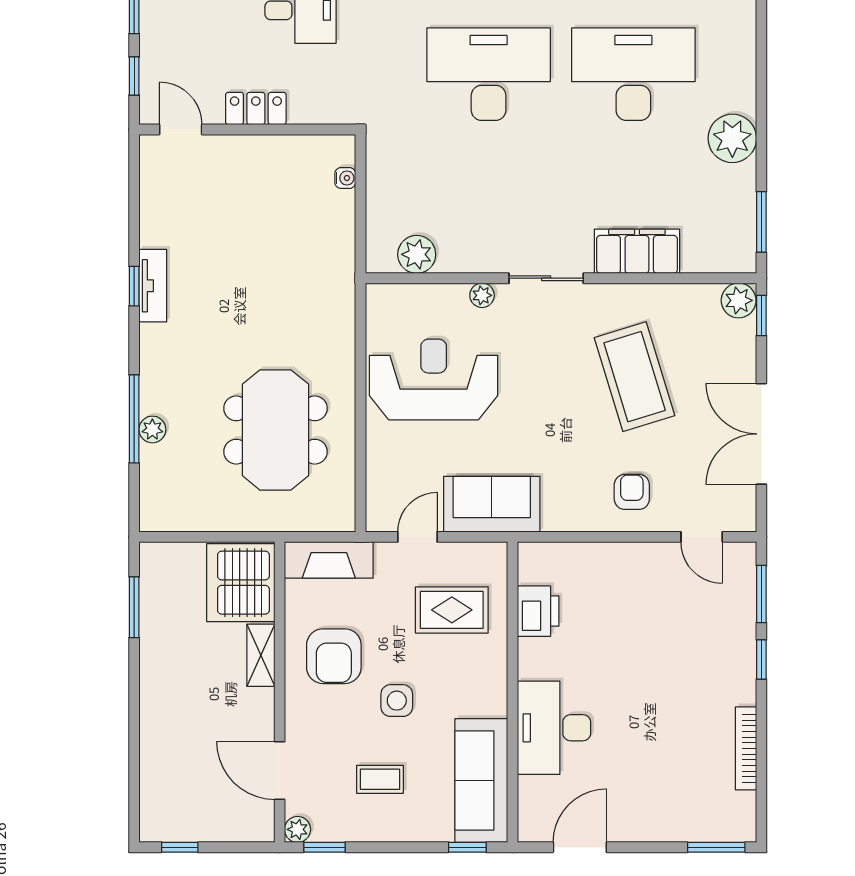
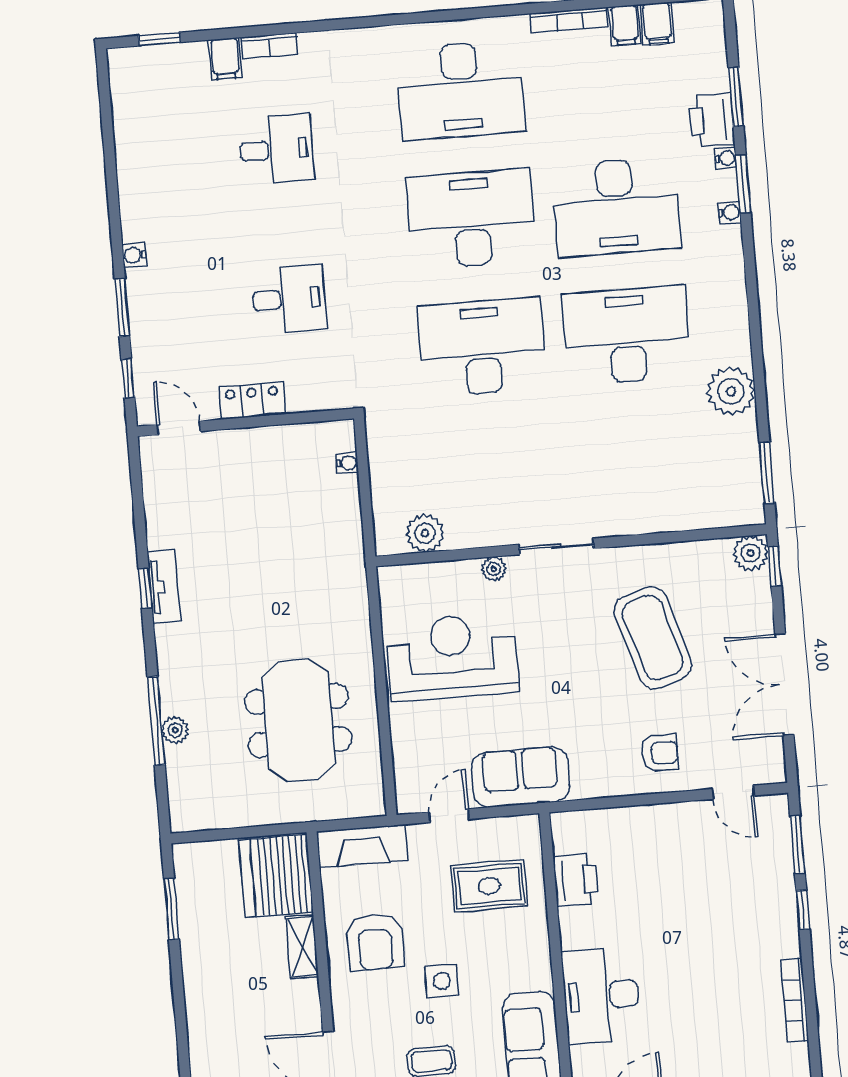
filing cabinet: (637, 251) -> (645, 512), removed
armchair: (632, 492) -> (660, 753), turned 90

